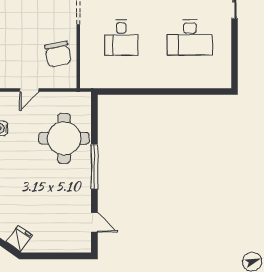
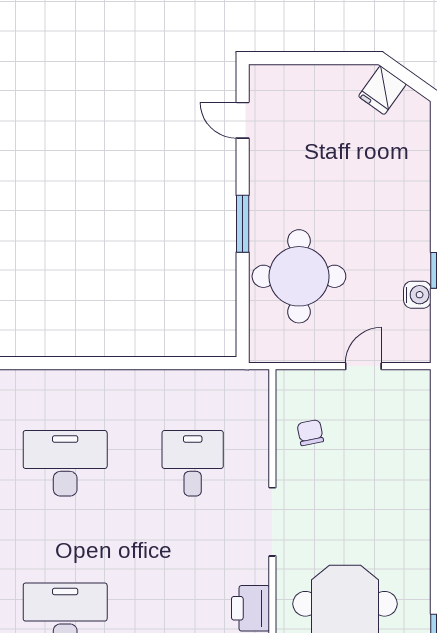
chair: (58, 54) -> (310, 433), width x0.54, depth x0.54
window: (94, 167) -> (243, 224), width x0.69

